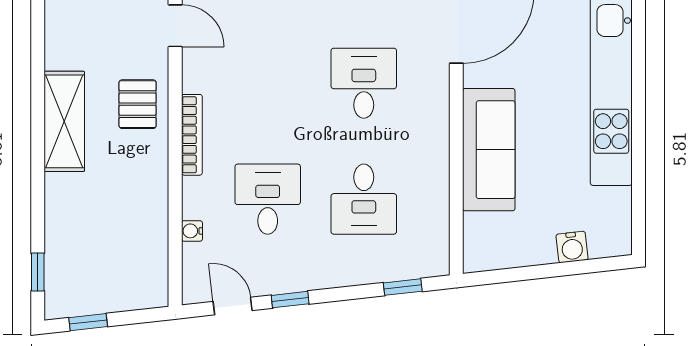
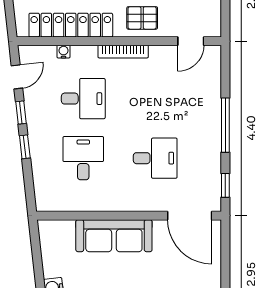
desk: (364, 199) -> (83, 158), turned 90
locker: (149, 219) -> (71, 25), added
window: (403, 287) -> (25, 147), moved

